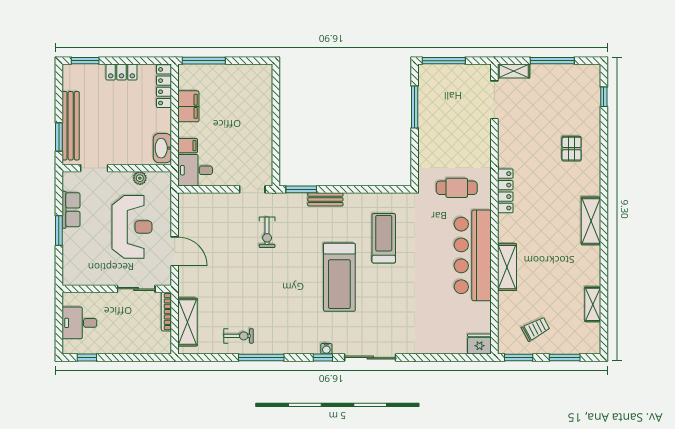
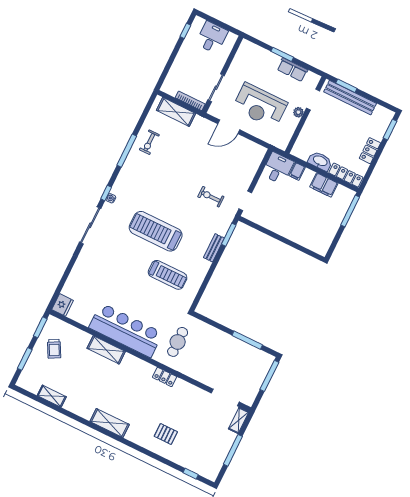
washbasin: (162, 148) -> (320, 161), moved
plant: (140, 178) -> (298, 112), moved
locker: (505, 191) -> (165, 377), width x0.66

